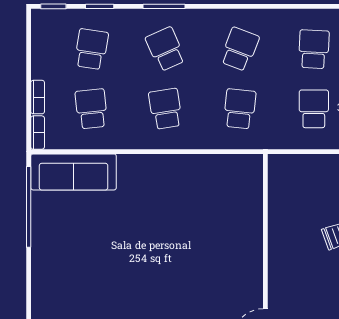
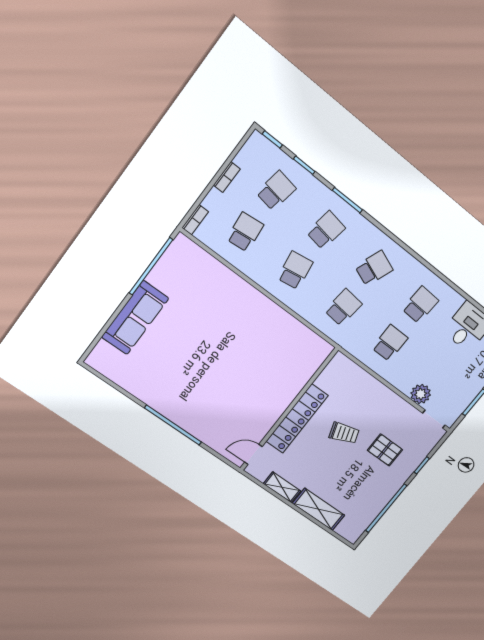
school desk: (166, 49) -> (326, 230), turned 33
bookcase: (38, 97) -> (227, 177), moved
sofa: (74, 172) -> (135, 318), moved, turned -90
locker: (281, 254) -> (297, 418), added

